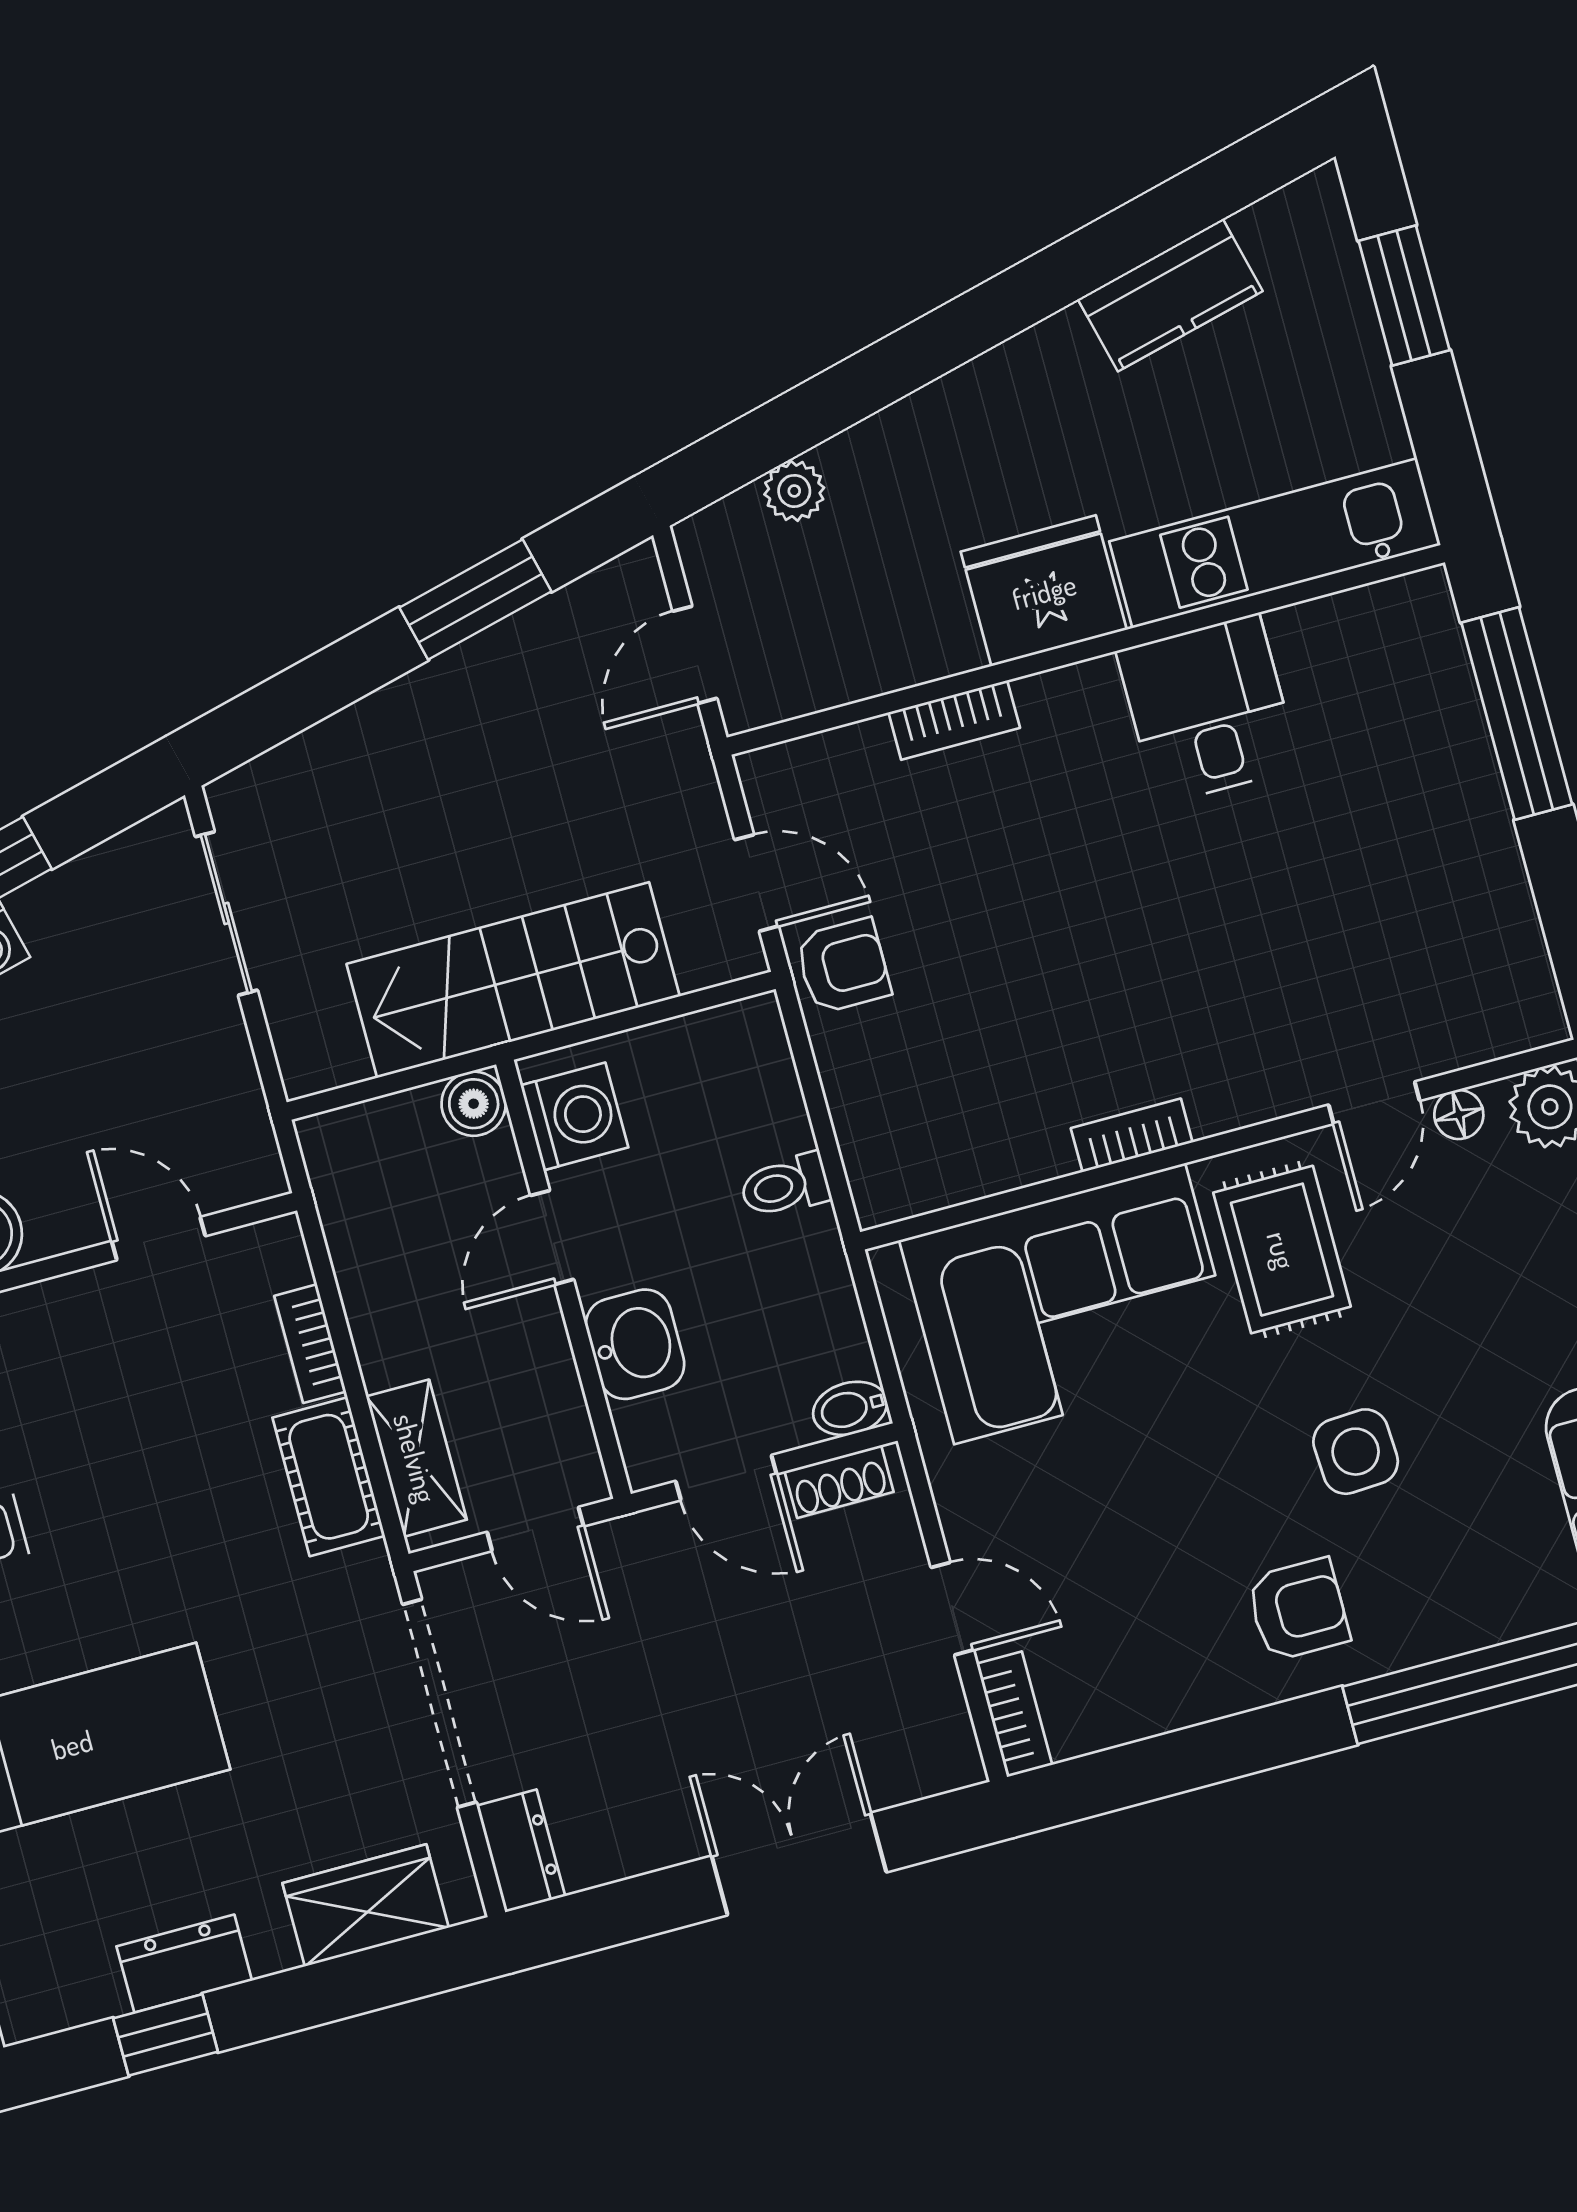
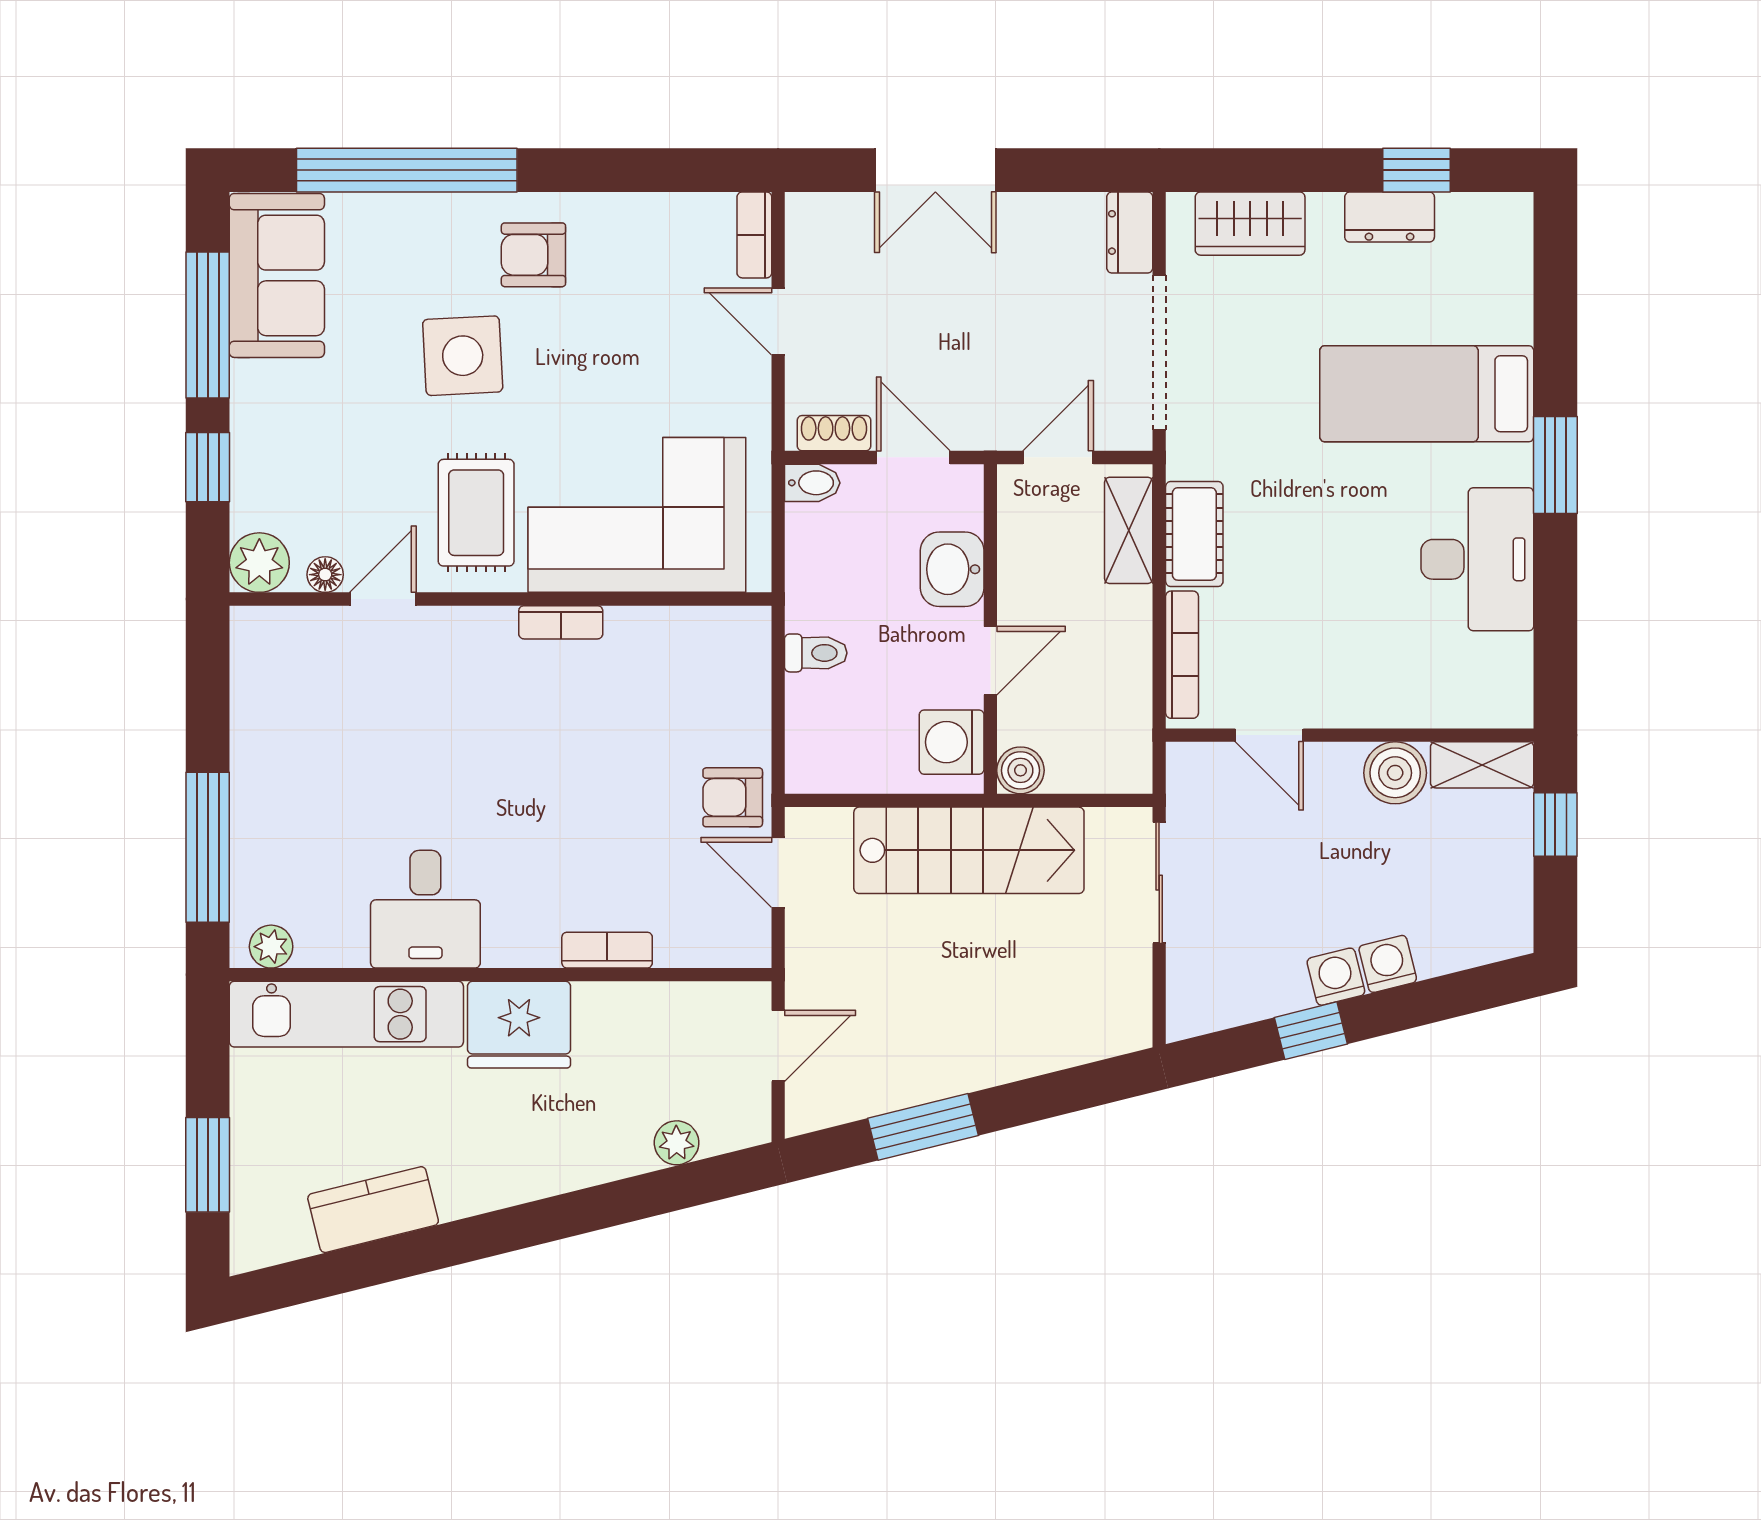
plant: (1398, 605) -> (271, 947), added
sliding door: (226, 913) -> (1159, 883), moved
bookcase: (310, 1344) -> (1182, 655), width x1.56
side table: (1356, 1452) -> (463, 356), width x1.37, depth x1.37
door: (535, 1529) -> (1058, 457), hinge flipped

